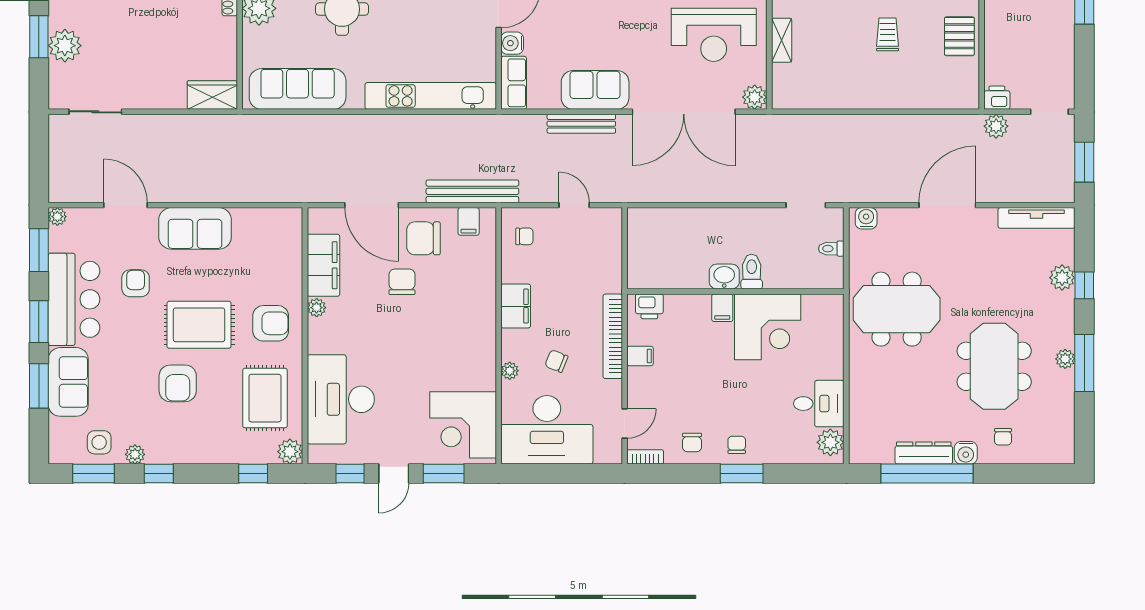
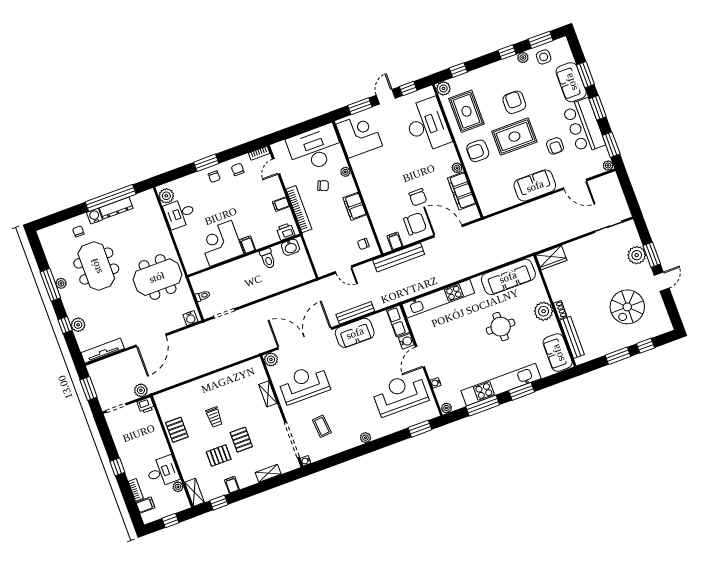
toilet: (752, 272) -> (268, 258), moved
washbasin: (724, 277) -> (290, 247), moved

